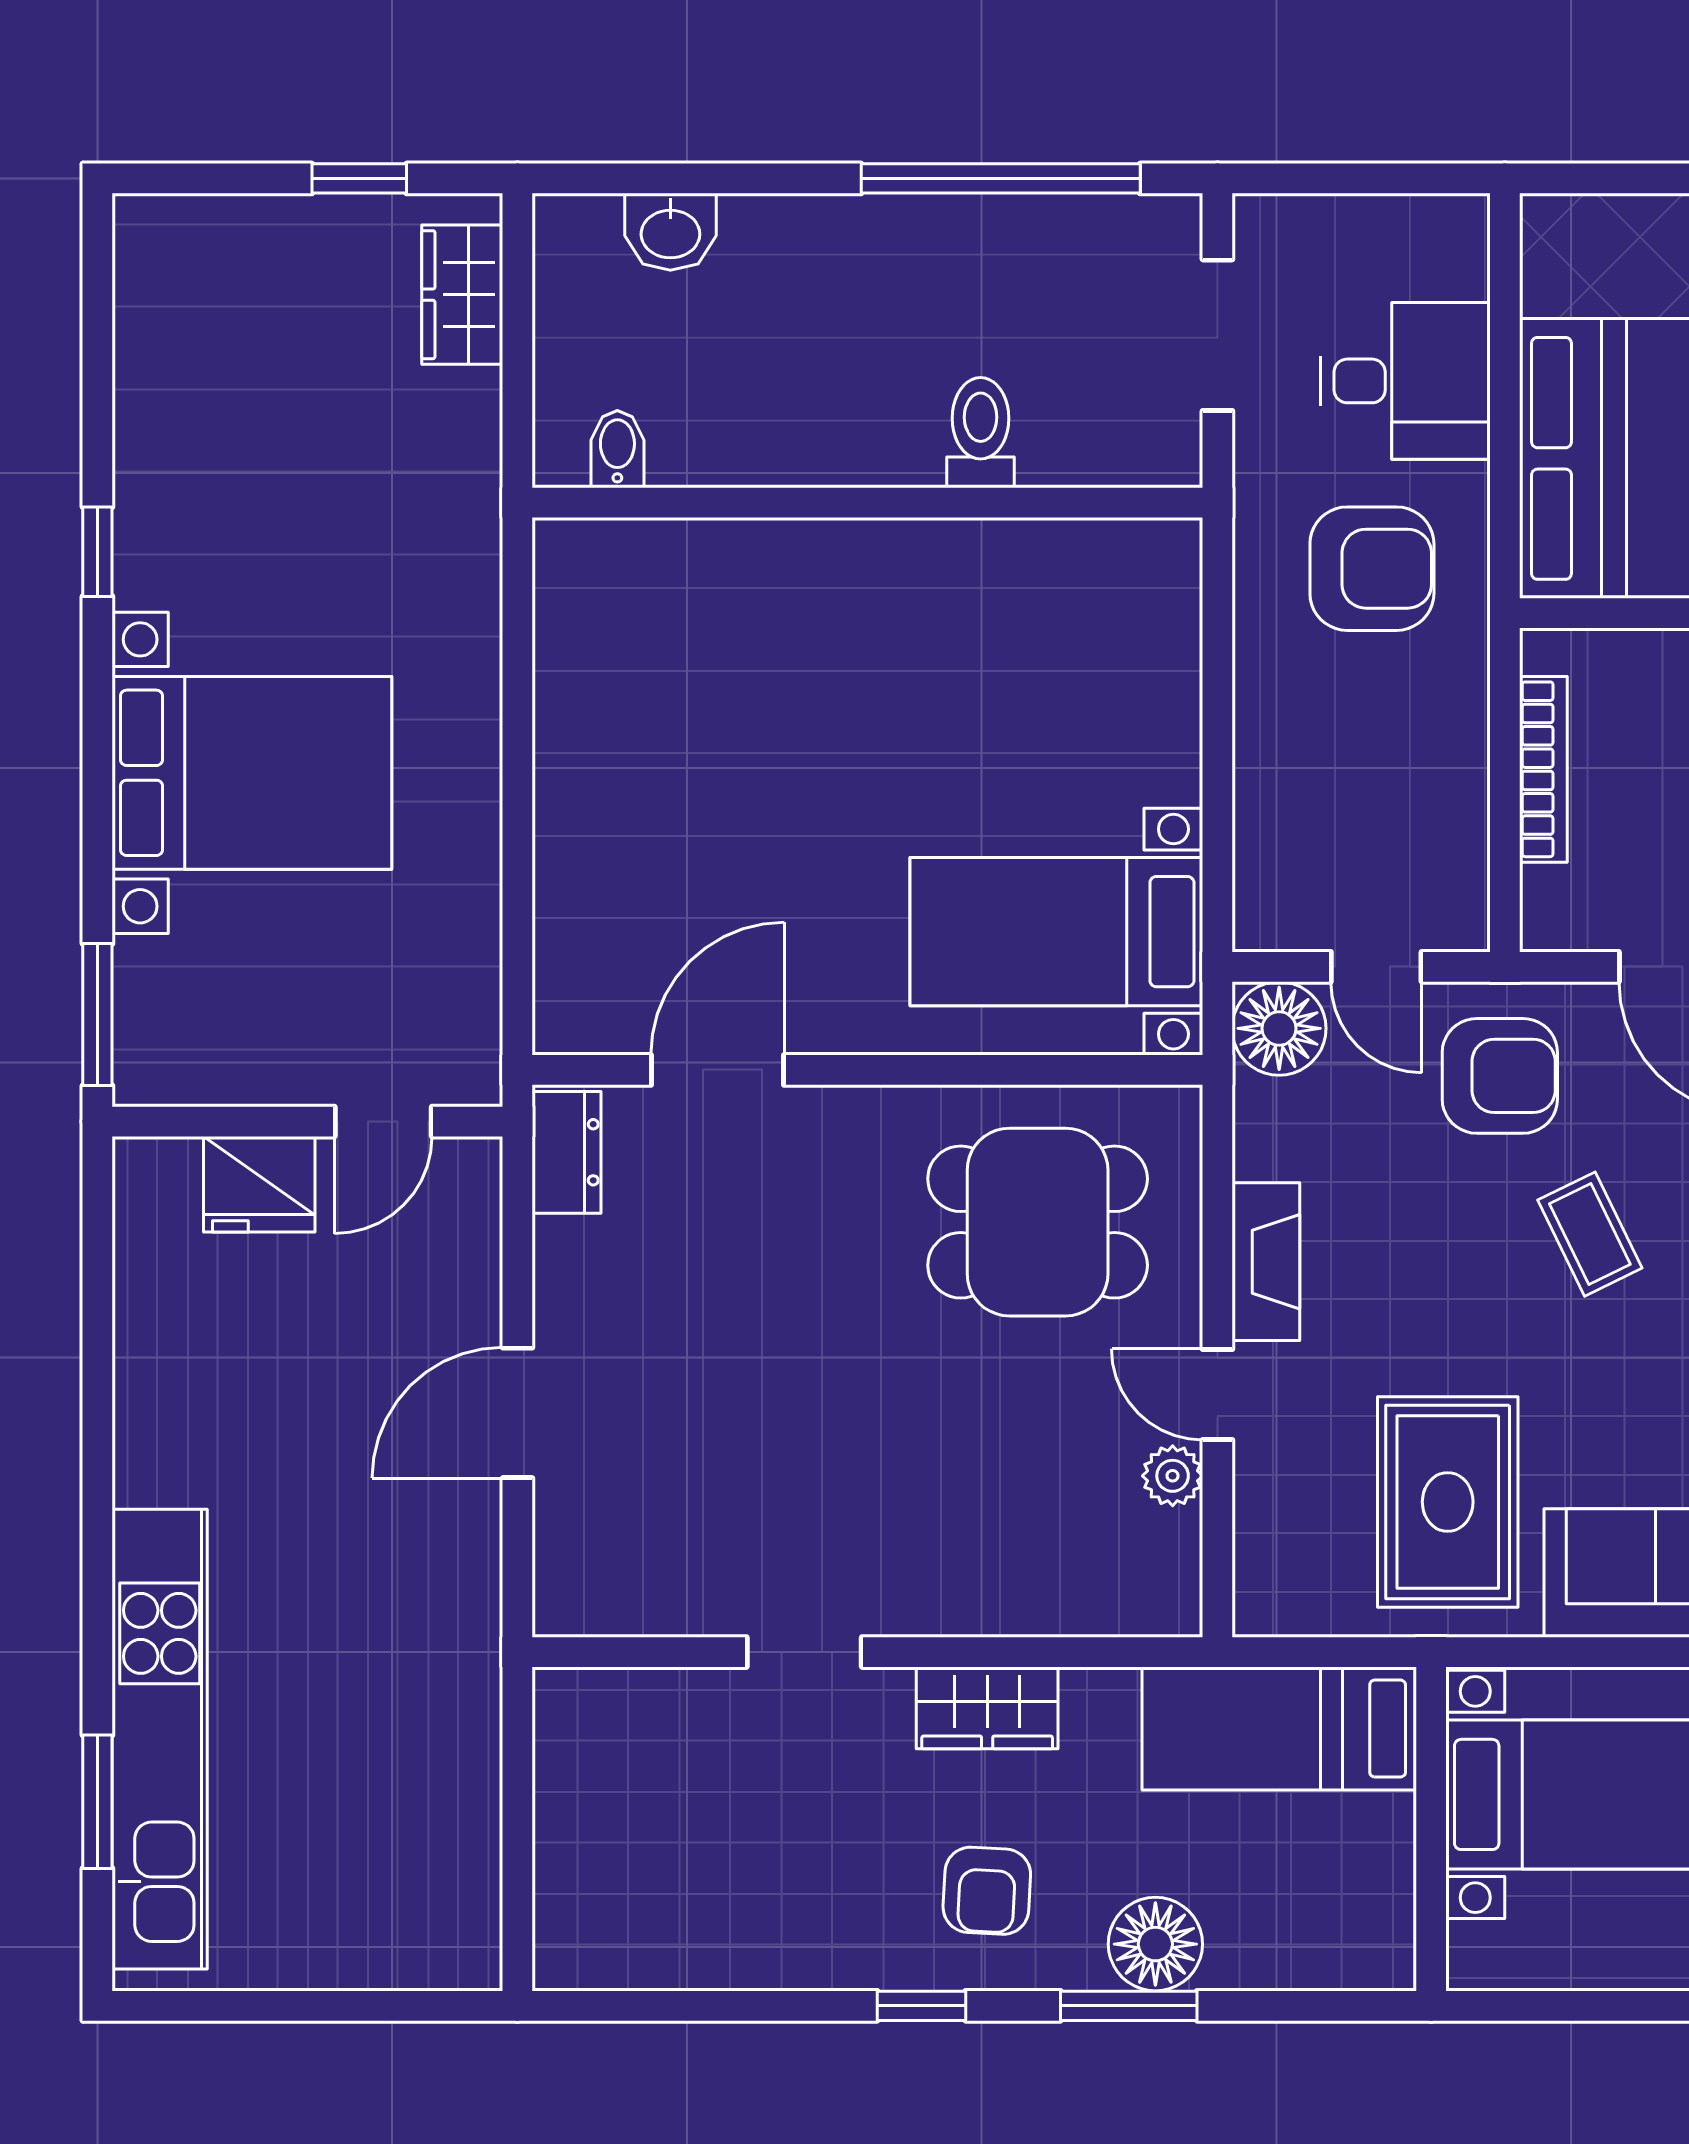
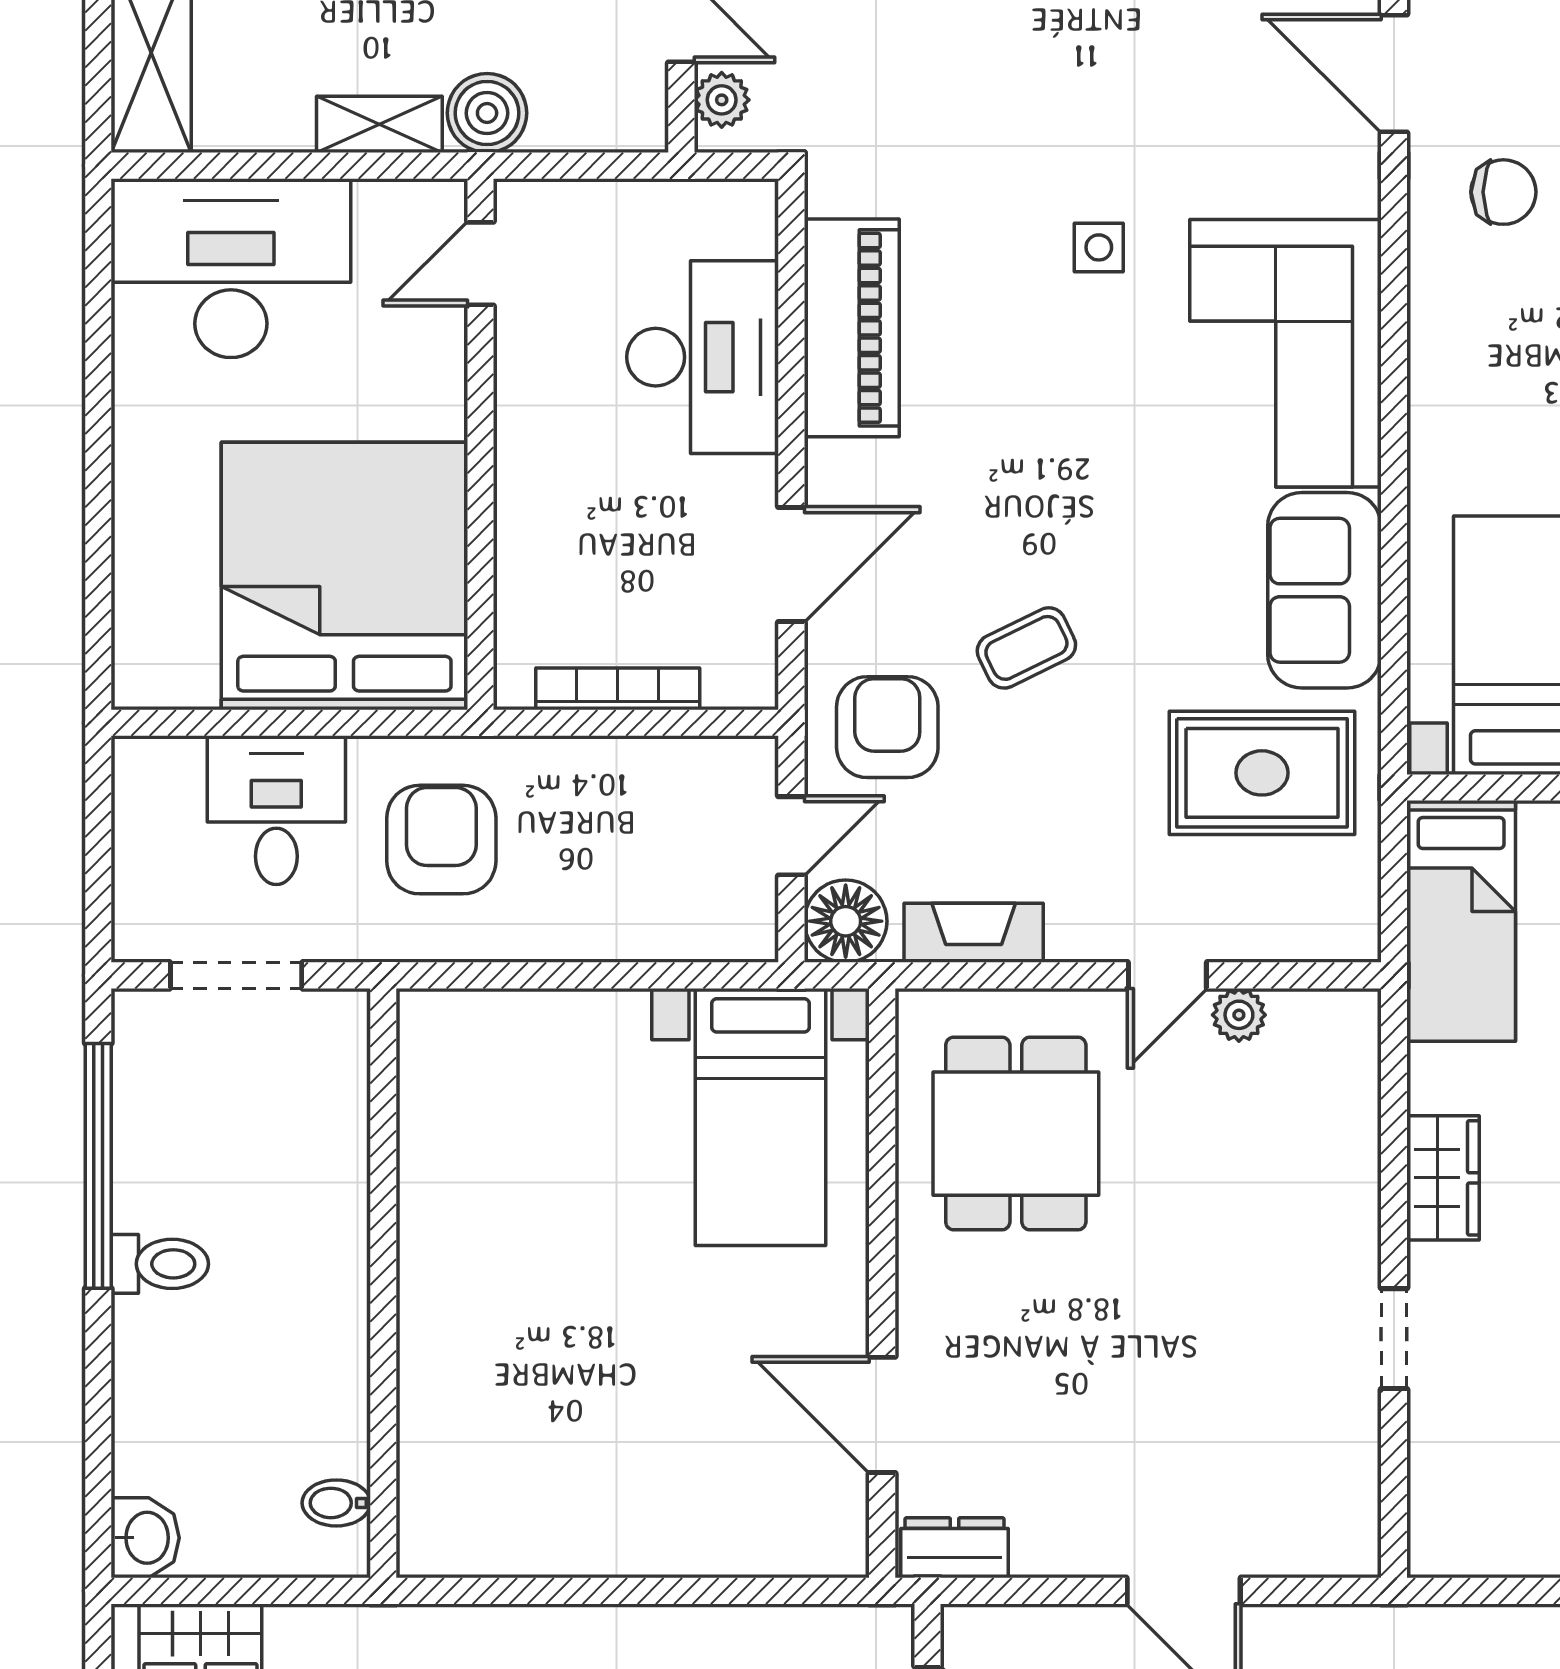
washbasin: (670, 232) -> (145, 1538), moved
toilet: (981, 433) -> (160, 1264), moved, turned 180
fireplace: (1266, 1262) -> (974, 933), moved

